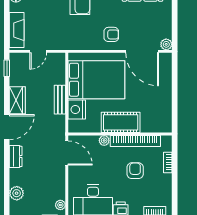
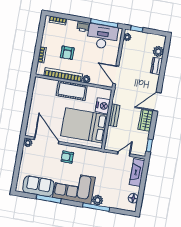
dresser: (16, 156) -> (156, 66), moved

